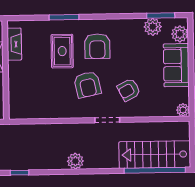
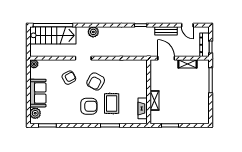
plant: (153, 27) -> (53, 118), removed
armchair: (97, 46) -> (89, 106), turned 90
armchair: (87, 85) -> (96, 81), turned -139
plant: (75, 161) -> (93, 32), moved

